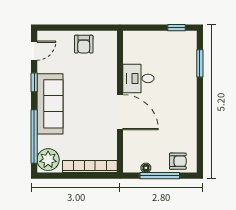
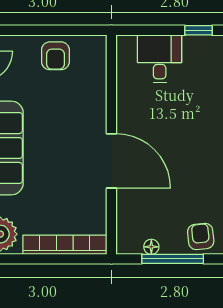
desk: (138, 78) -> (160, 59), moved, turned 90
armchair: (178, 161) -> (201, 236), turned -96

